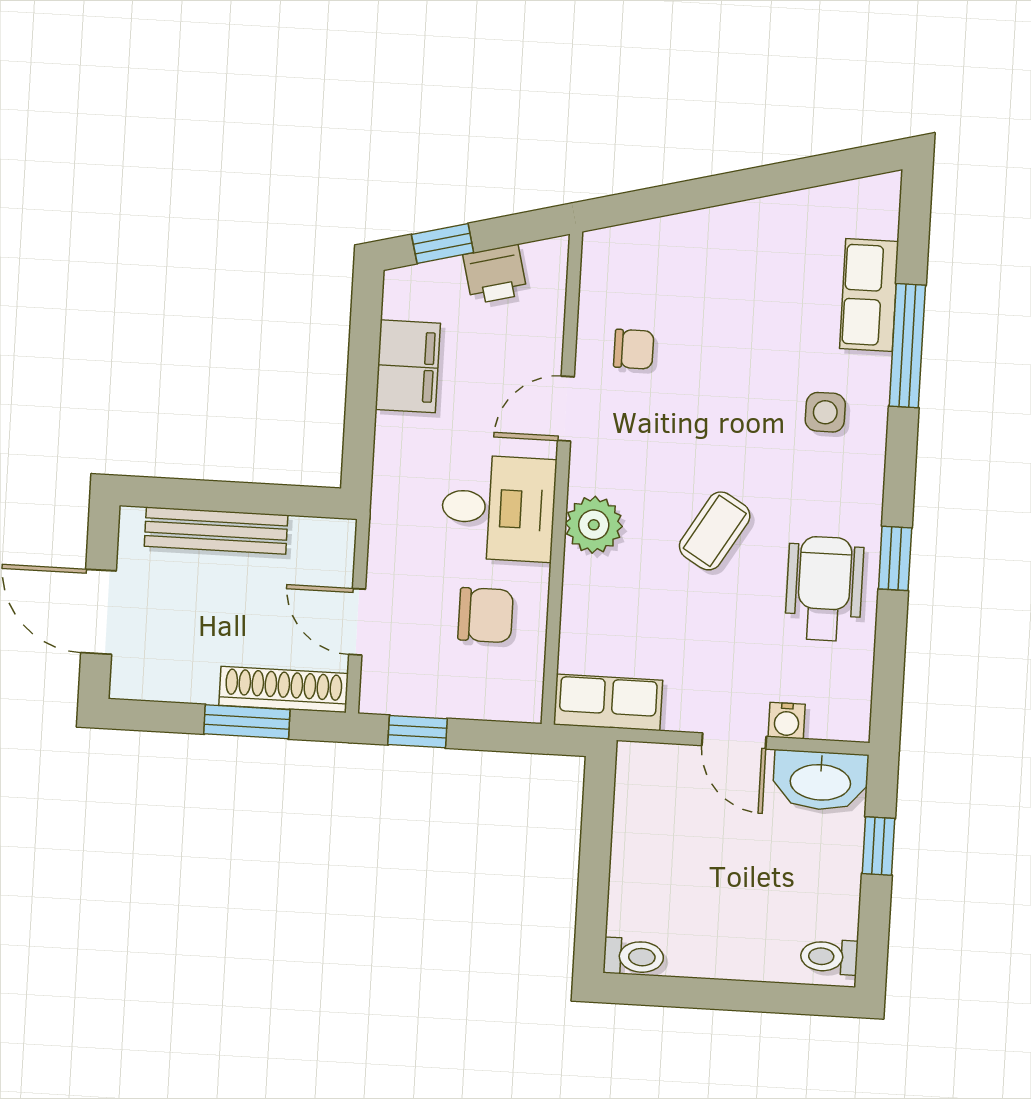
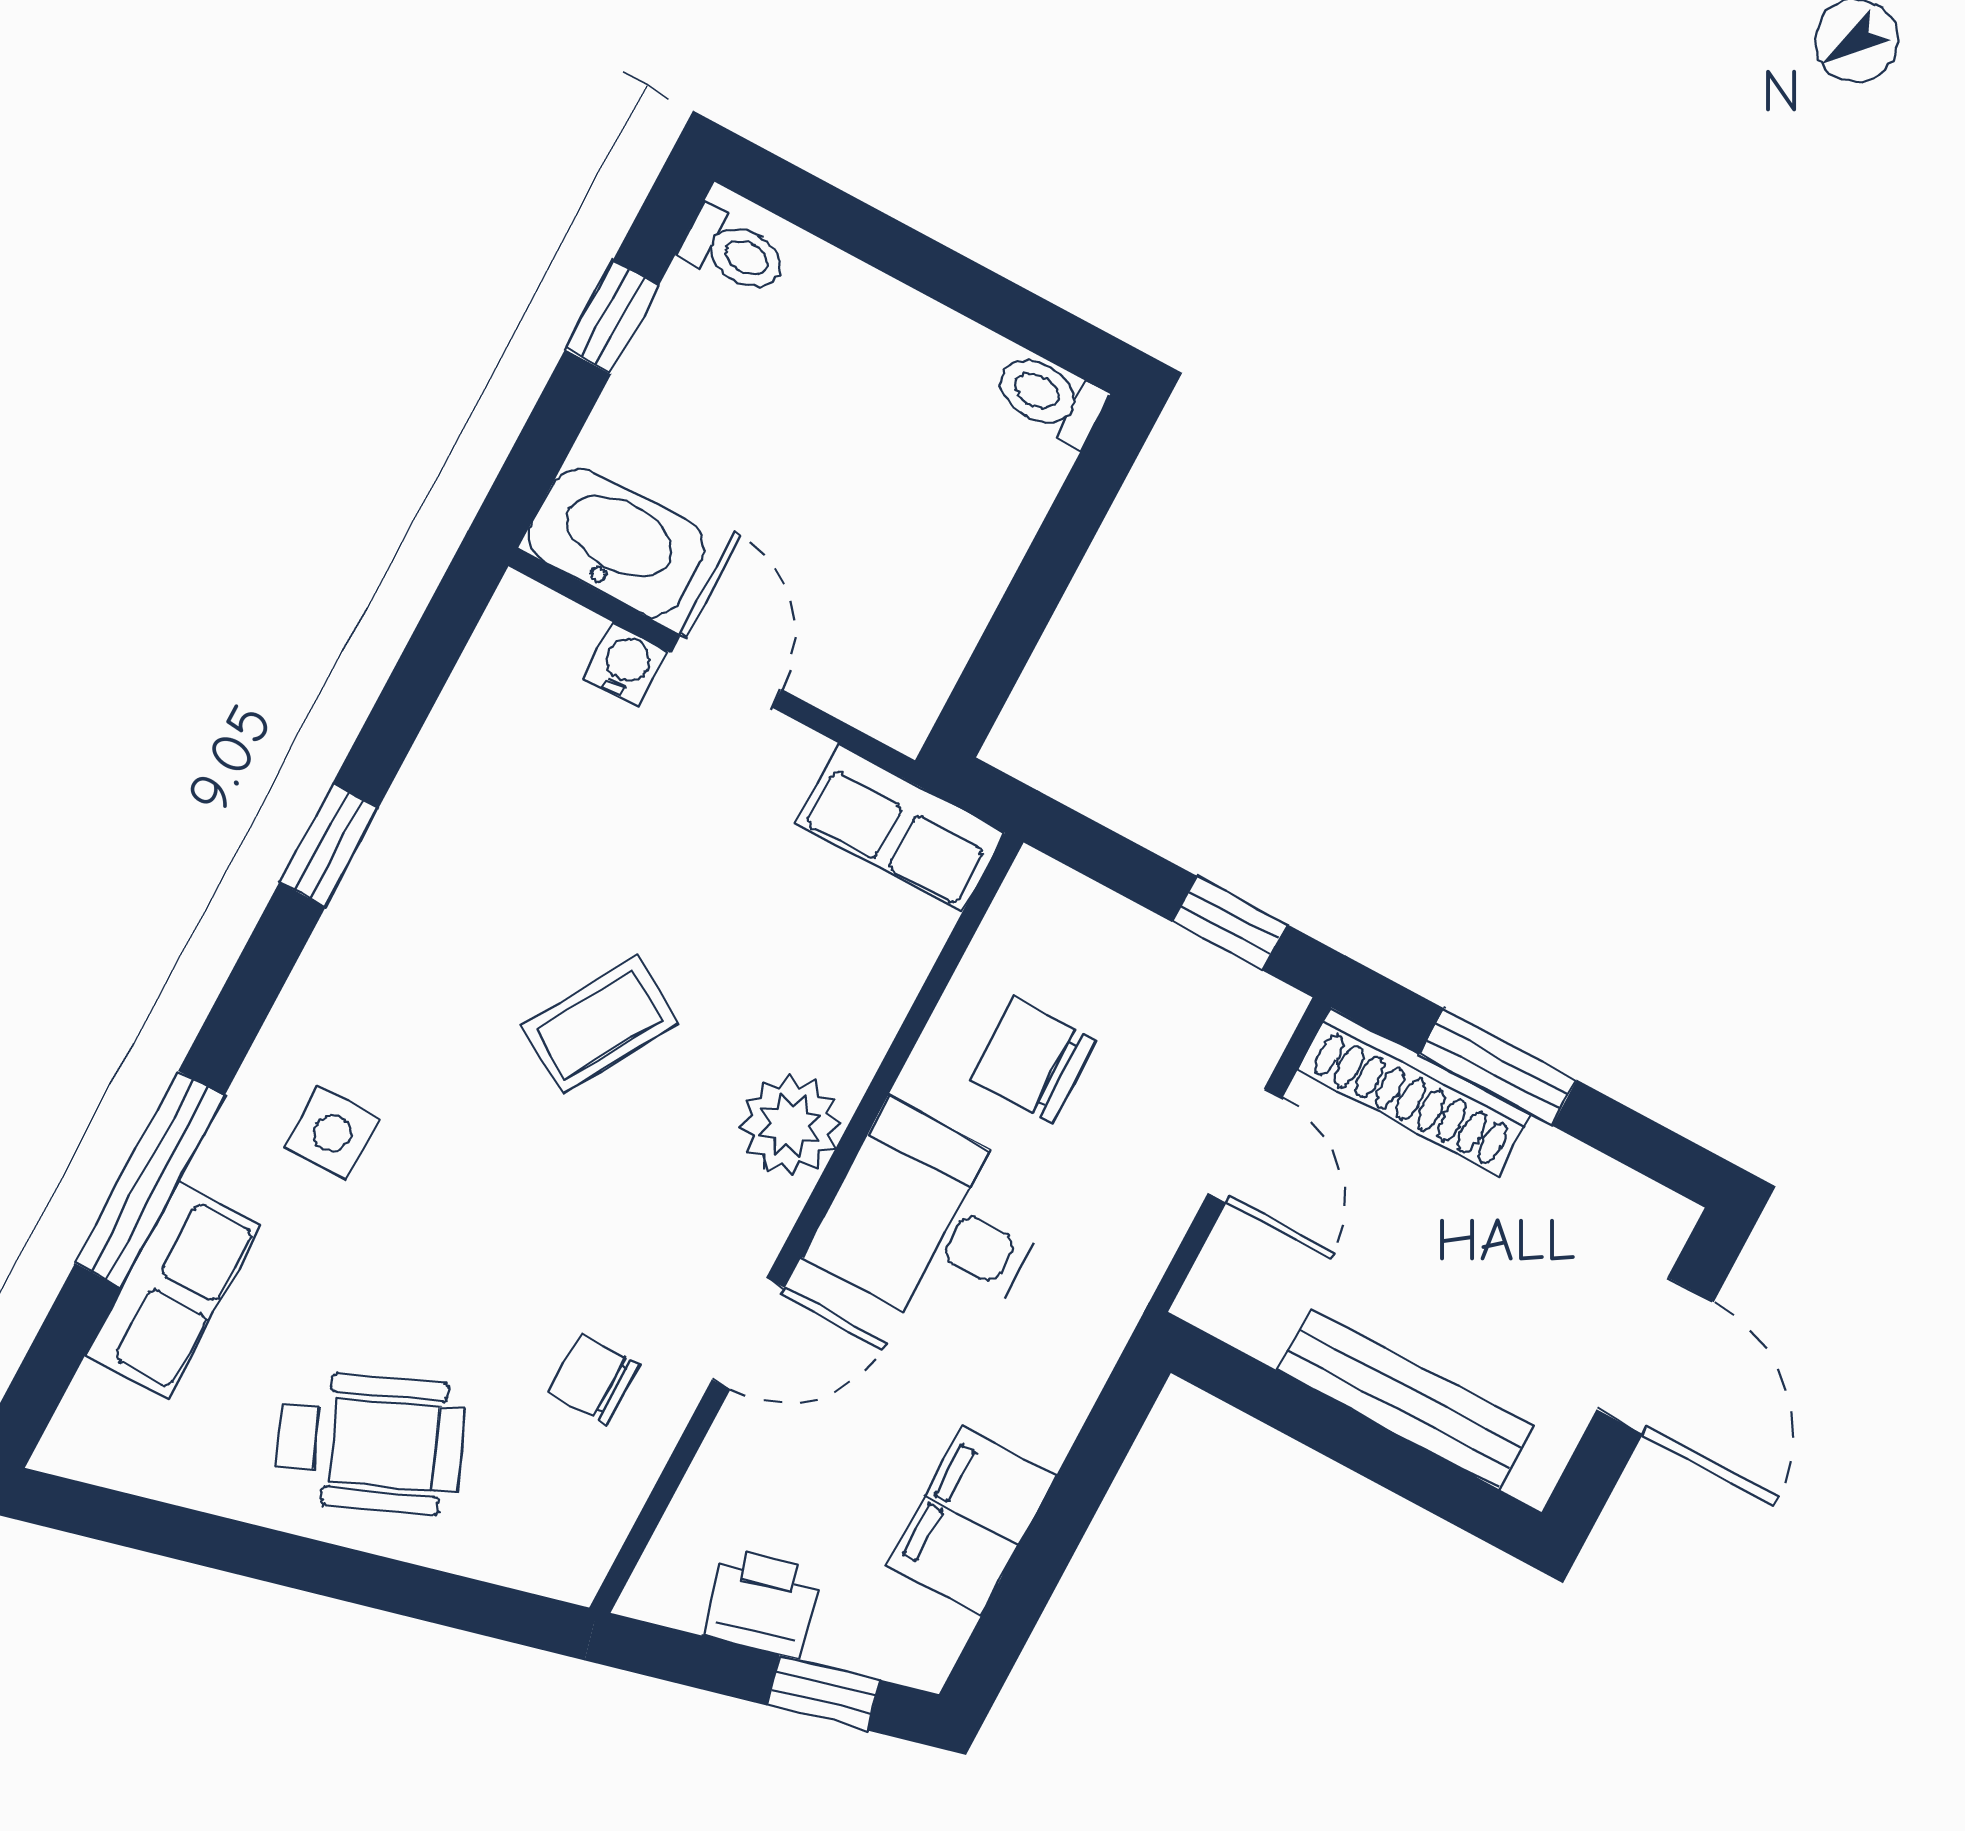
wheelchair: (824, 589) -> (370, 1443), moved, turned -113
window: (878, 846) -> (612, 317), moved

